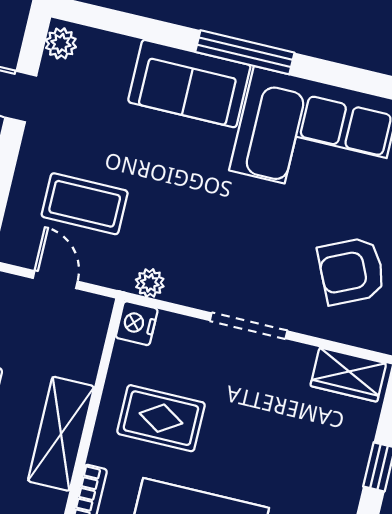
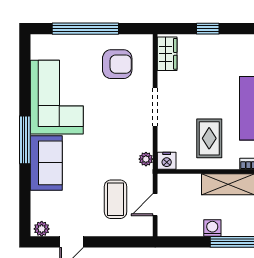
armchair: (351, 271) -> (117, 64), turned -65

